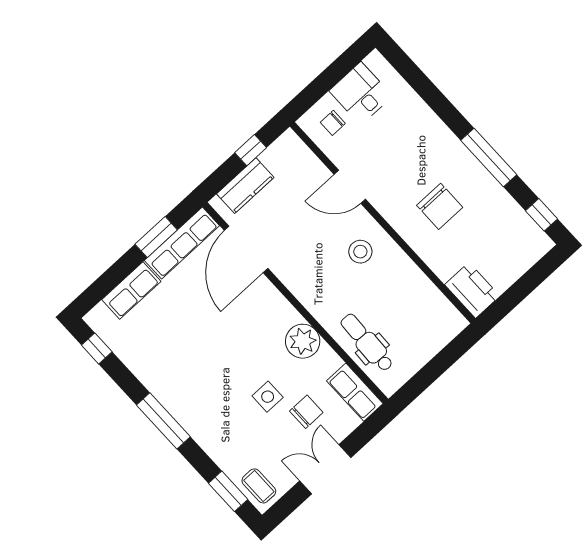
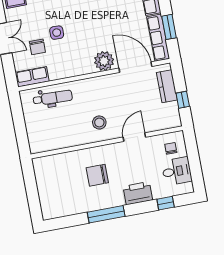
window: (541, 215) -> (166, 203), moved
printer: (472, 290) -> (138, 193), moved, turned 180
plant: (303, 341) -> (104, 61), moved

